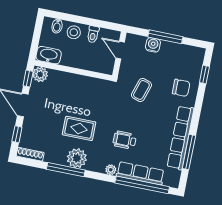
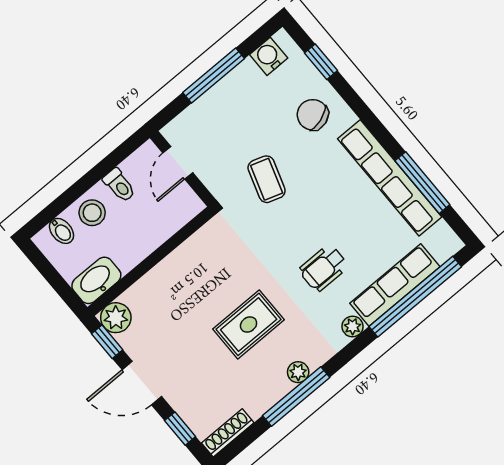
water cooler: (153, 45) -> (269, 56), moved
door: (120, 50) -> (178, 163), hinge flipped
chair: (181, 88) -> (313, 115), turned -108
plant: (77, 158) -> (298, 372), width x0.53, depth x0.53

